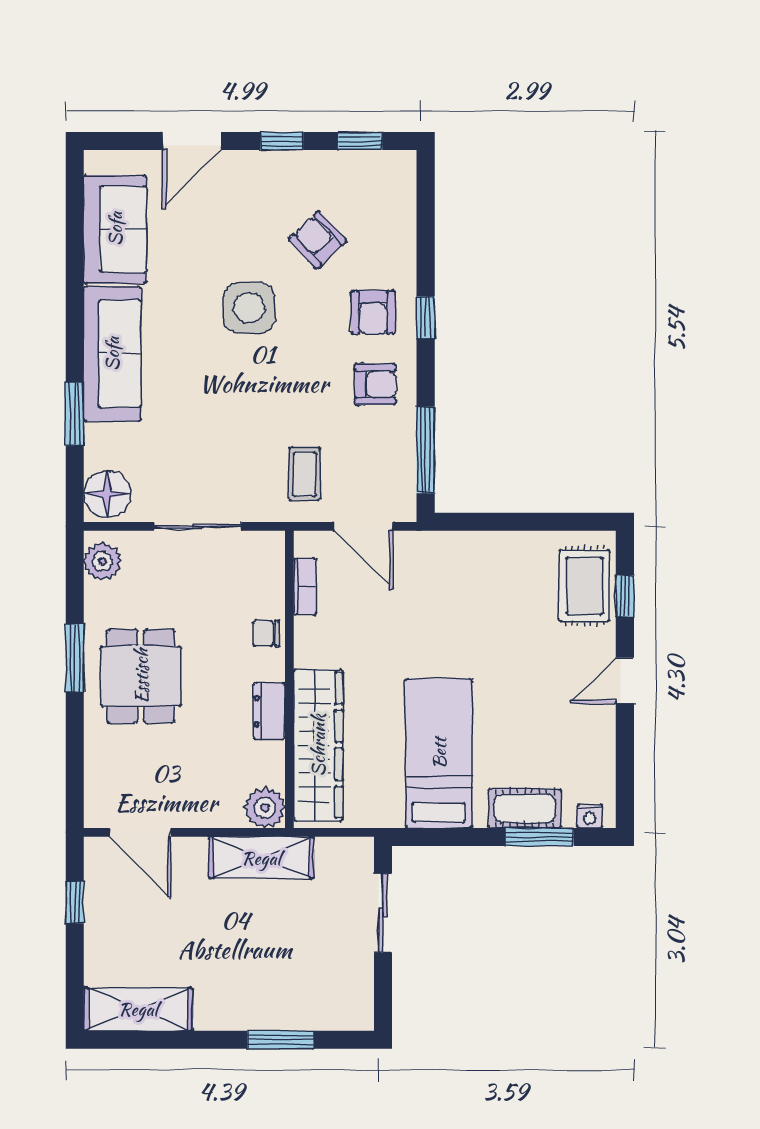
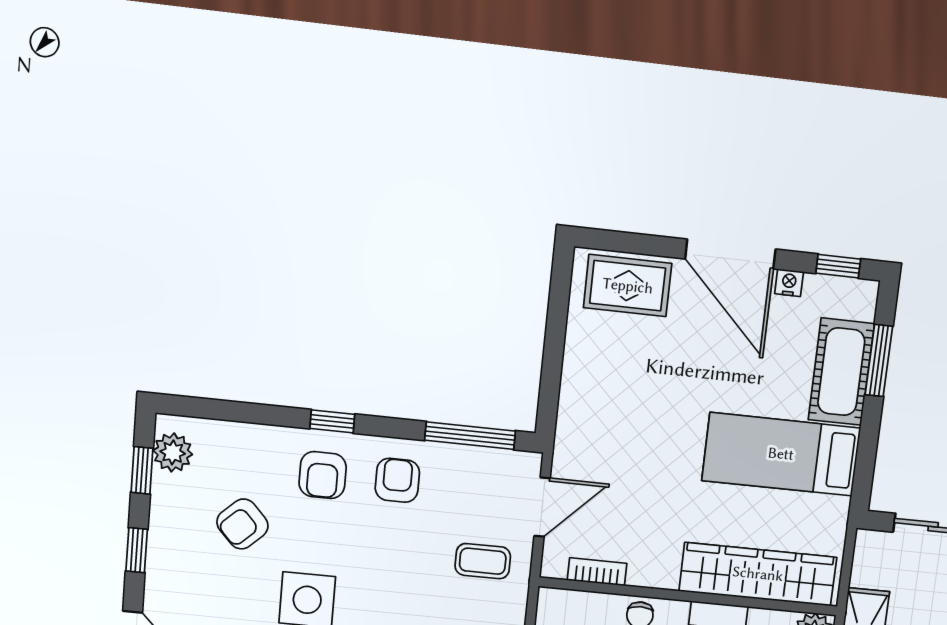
plant: (380, 169) -> (173, 452), added
armchair: (373, 312) -> (323, 475), turned 90
window: (625, 596) -> (838, 266), moved
door: (625, 681) -> (730, 254), width x1.87
cot: (525, 808) -> (841, 372), width x1.37, depth x1.34
nightstand: (590, 816) -> (789, 283), moved, turned -90

